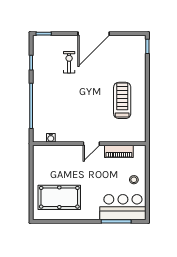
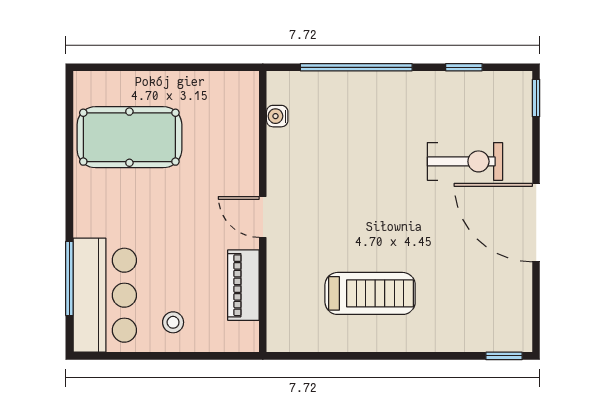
exercise bike: (69, 62) -> (465, 161), width x1.38, depth x1.39
pool table: (59, 197) -> (129, 137), turned 90

